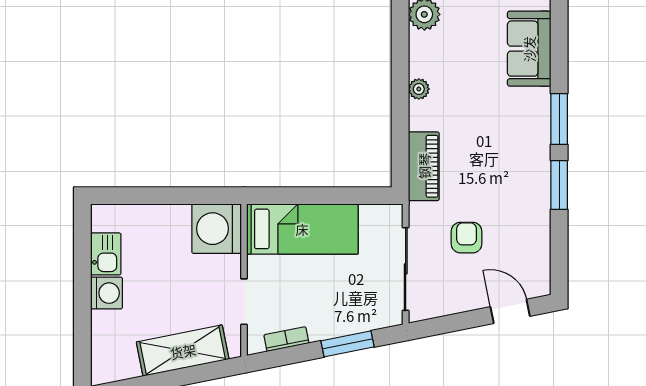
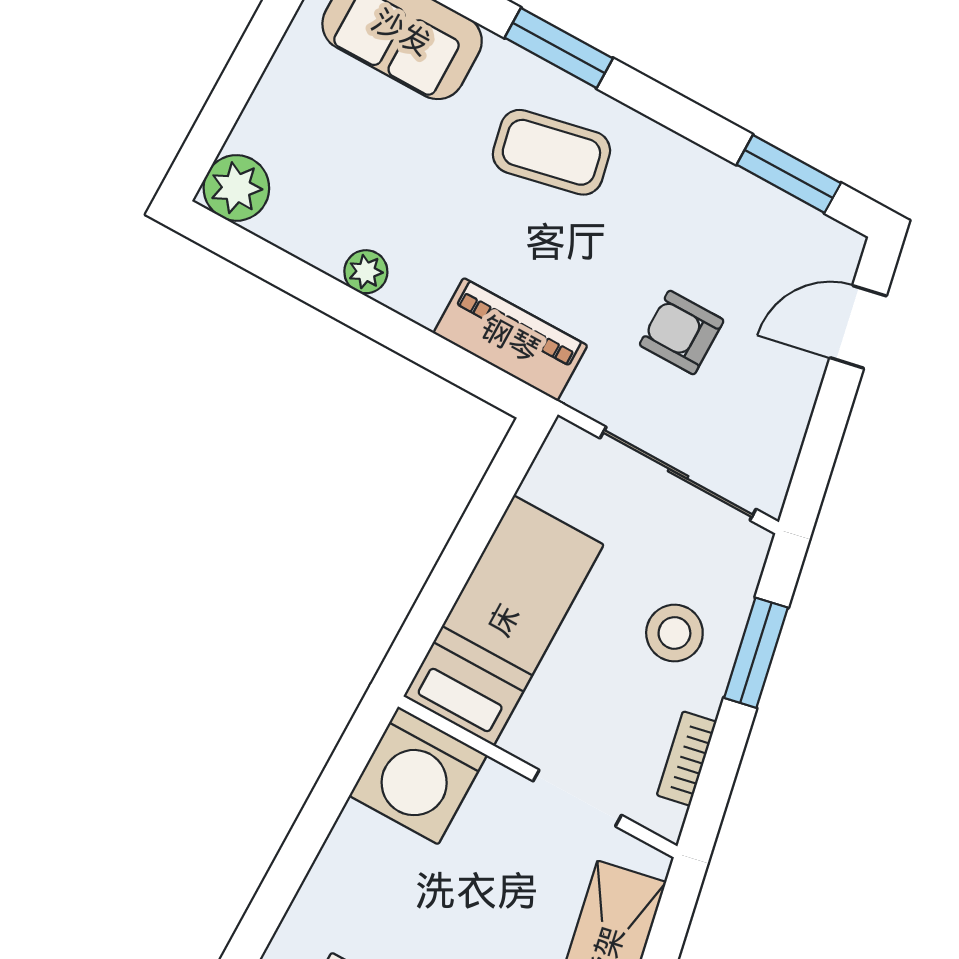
coffee table: (513, 140) -> (551, 152), added
window: (559, 185) -> (789, 174), moved
stool: (337, 305) -> (674, 633), added

